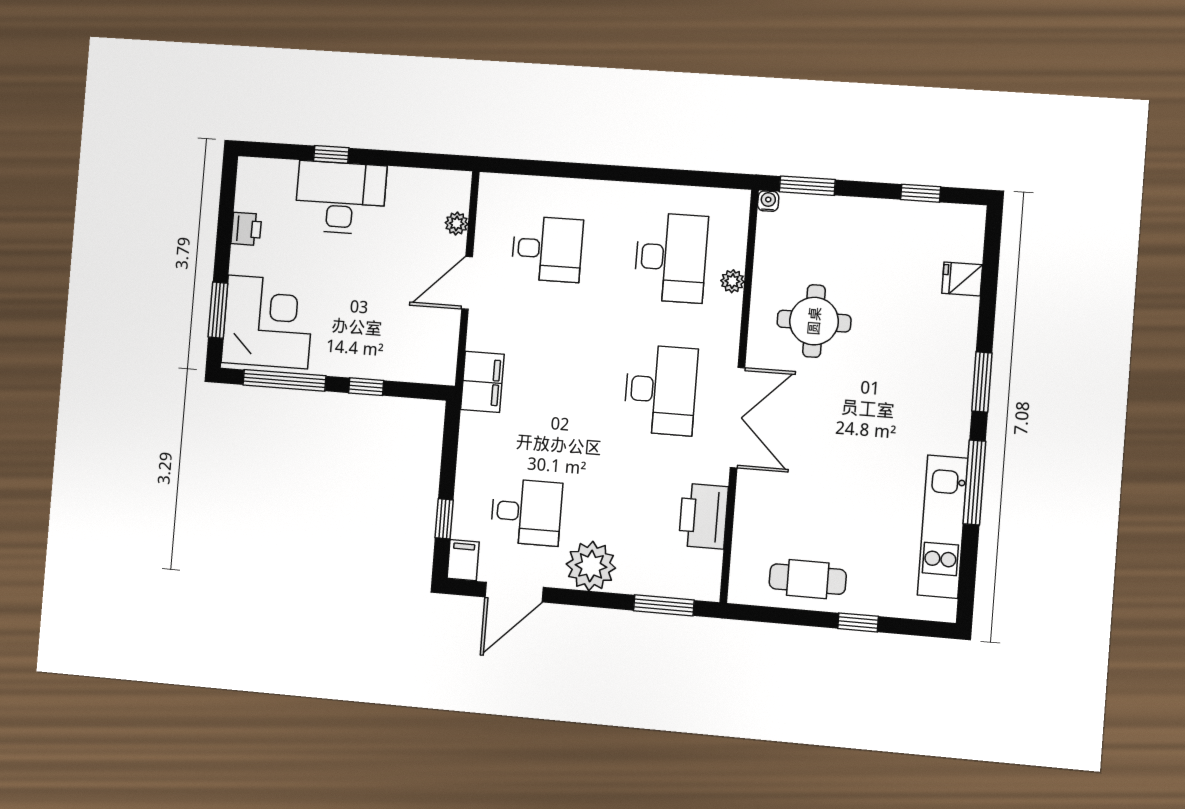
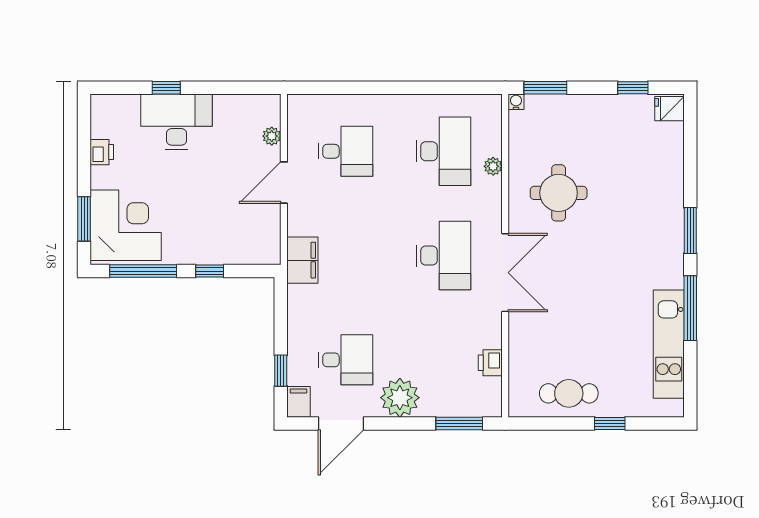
fridge: (962, 279) -> (669, 109), moved
printer: (703, 516) -> (490, 363), width x0.53, depth x0.68

